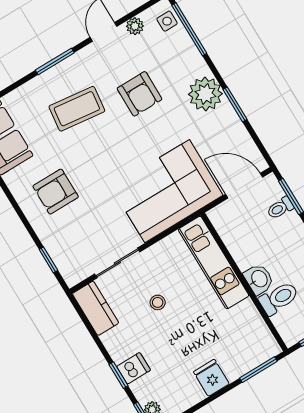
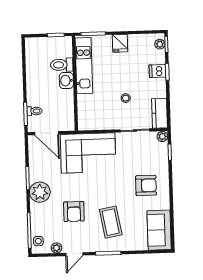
armchair: (140, 94) -> (74, 211), turned 180
coffee table: (77, 109) -> (111, 222), turned 73
kitchen unit: (214, 263) -> (84, 66), moved
plant: (72, 277) -> (162, 136), added

